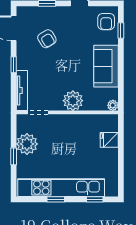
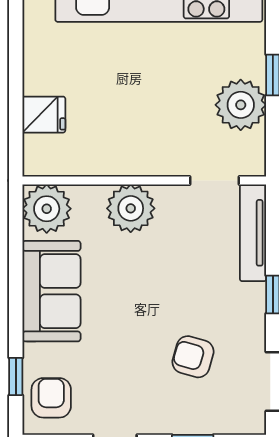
armchair: (47, 39) -> (193, 357), turned -43
plant: (113, 105) -> (47, 209), width x1.88, depth x1.88

